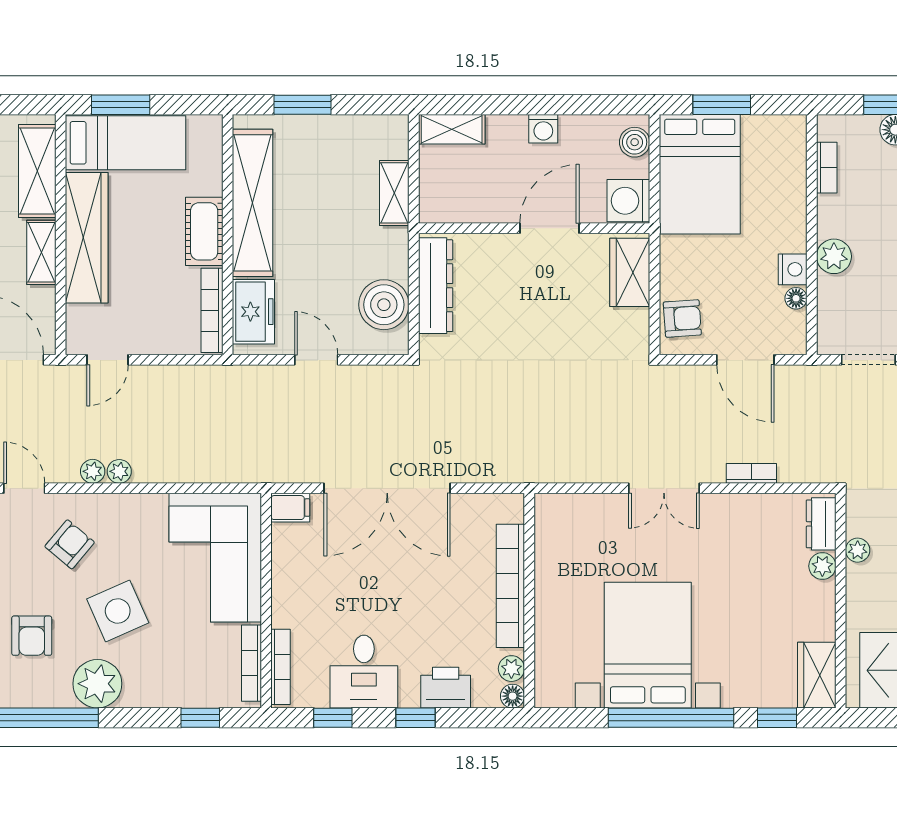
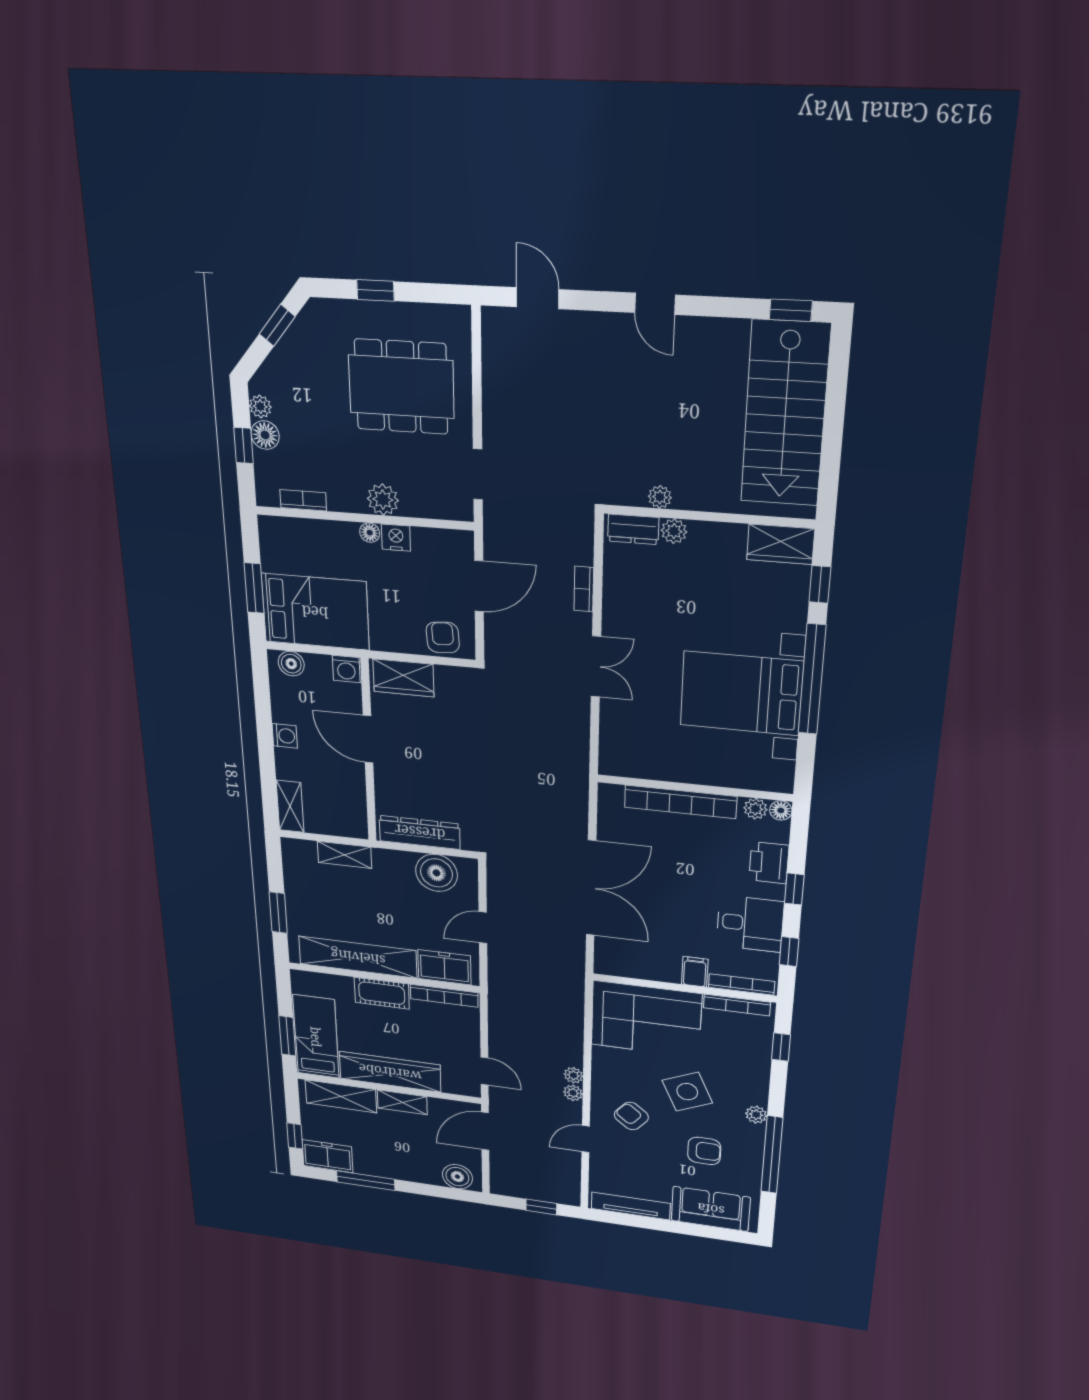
washing machine: (628, 201) -> (346, 669), width x0.73, depth x0.73
floor lamp: (796, 298) -> (370, 533), moved
filing cabinet: (290, 508) -> (695, 972), moved
plant: (97, 684) -> (756, 1115), width x0.53, depth x0.53

